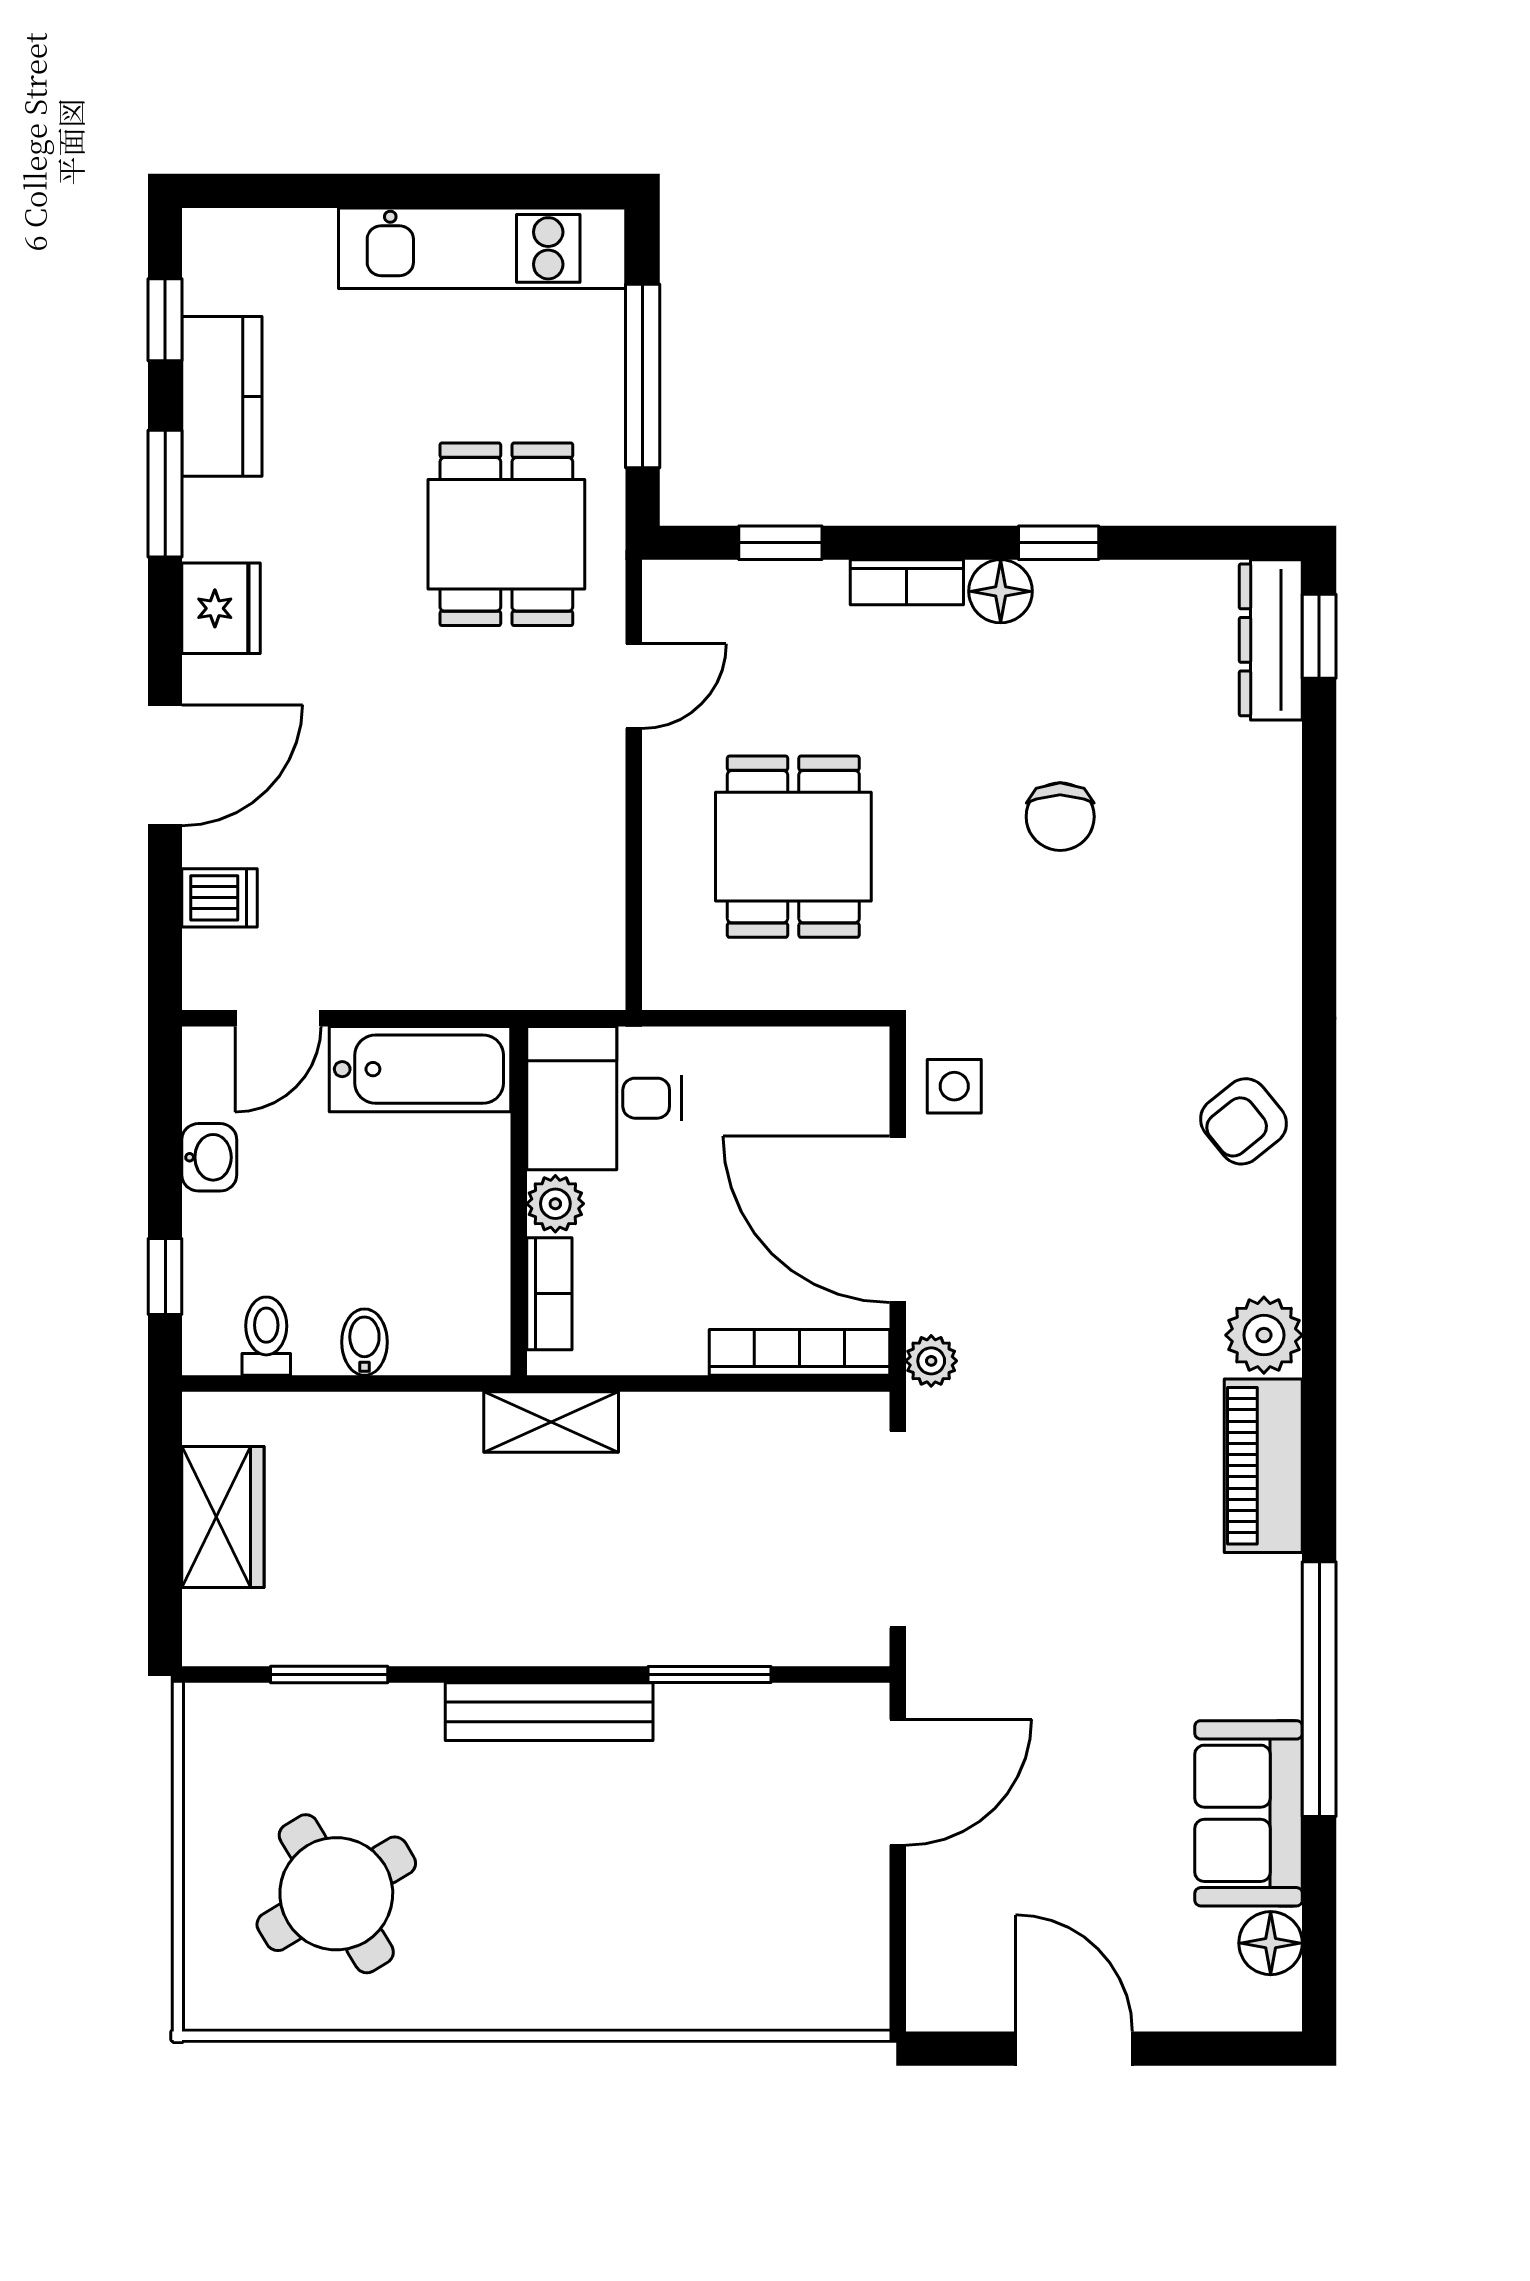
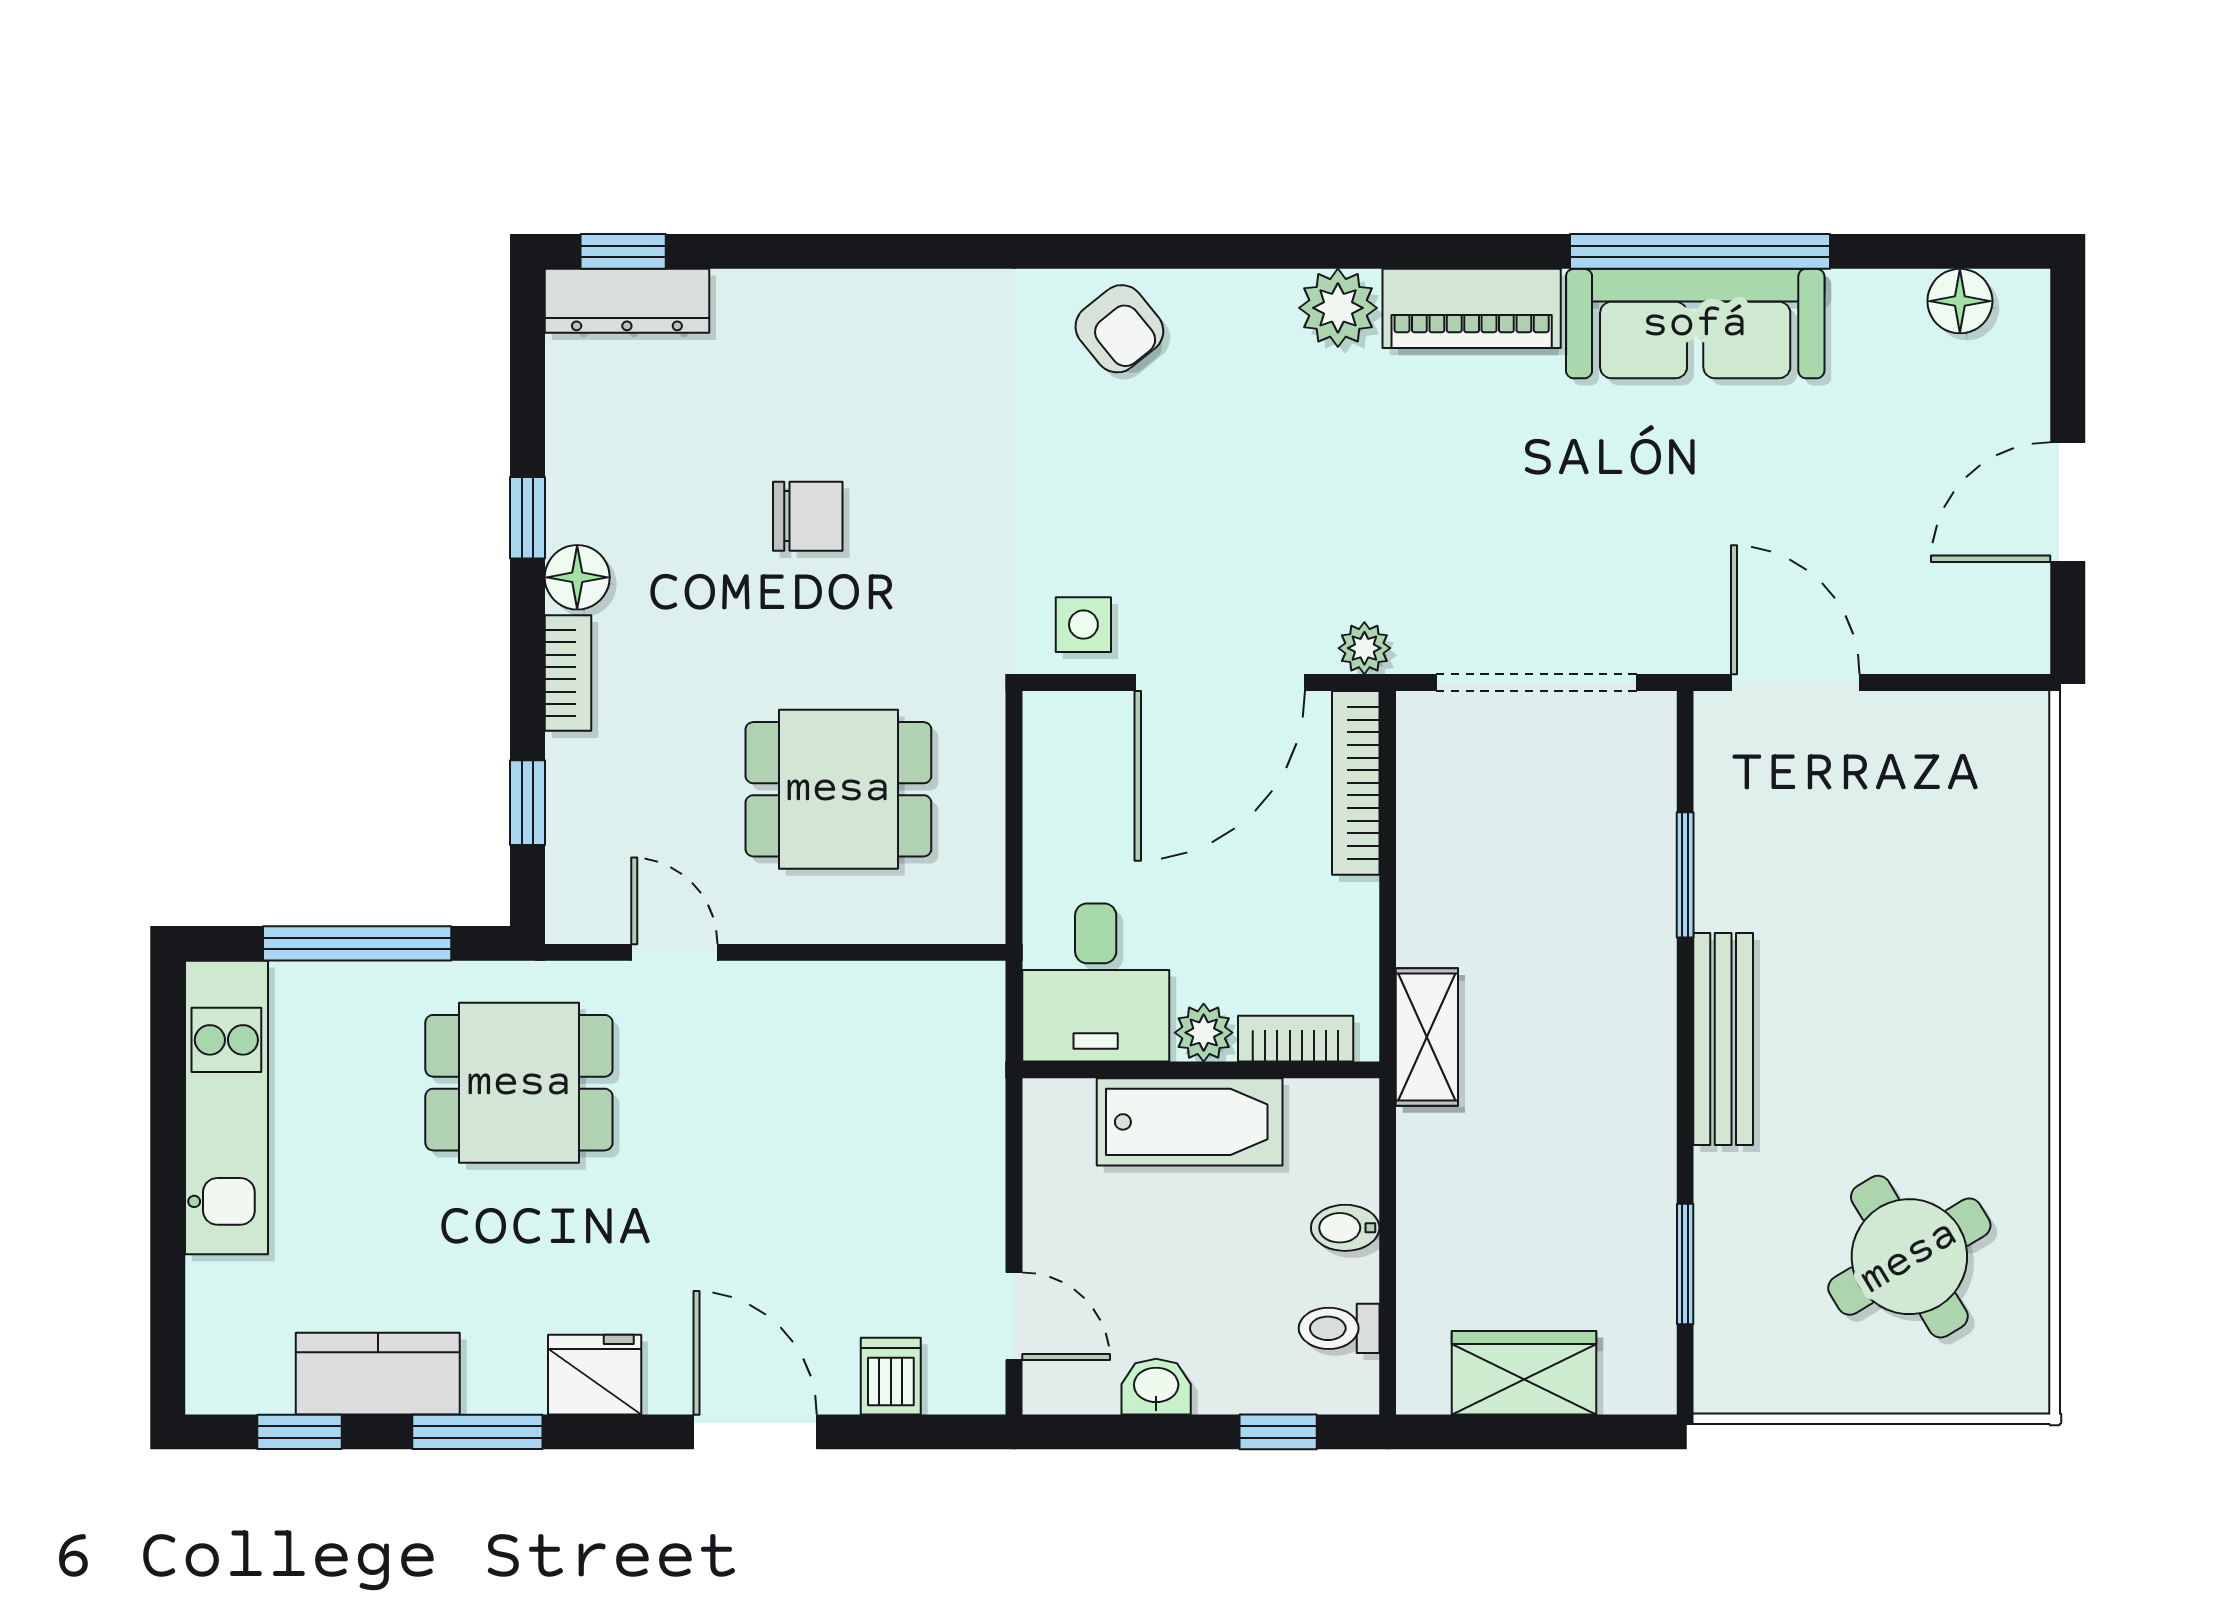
bathtub: (420, 1069) -> (1190, 1122), moved, turned 90
sofa: (1249, 1813) -> (1695, 324), moved, width x1.36

